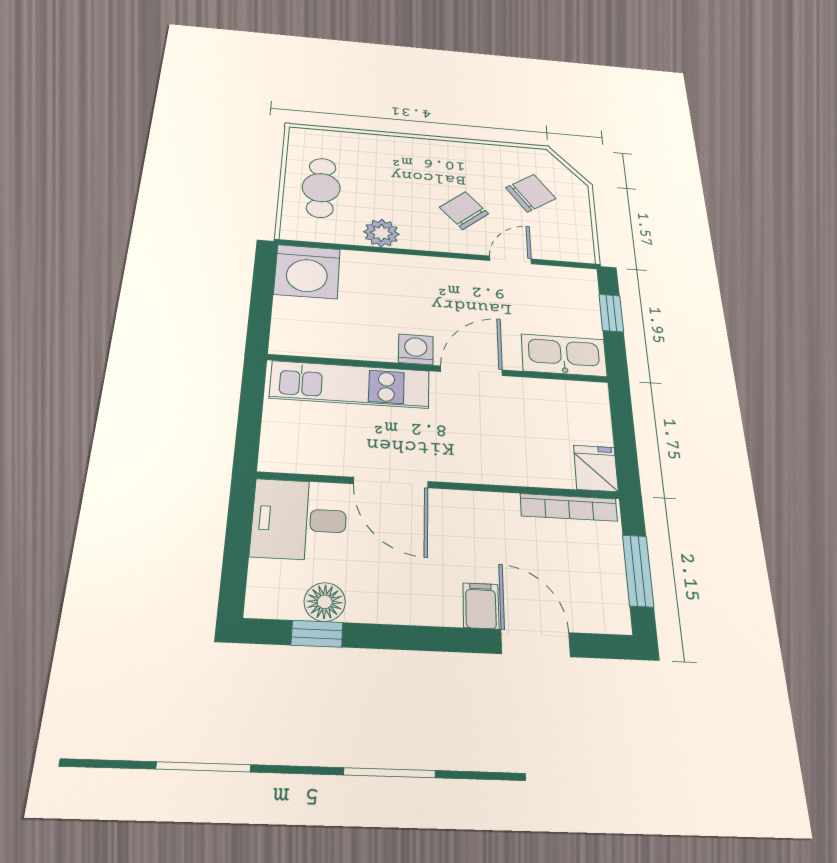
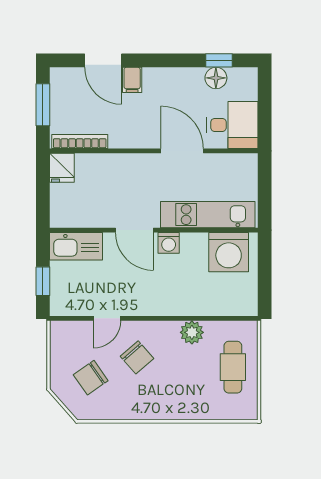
washing machine: (307, 272) -> (229, 252), moved, turned 180
door: (472, 371) -> (134, 230), hinge flipped

